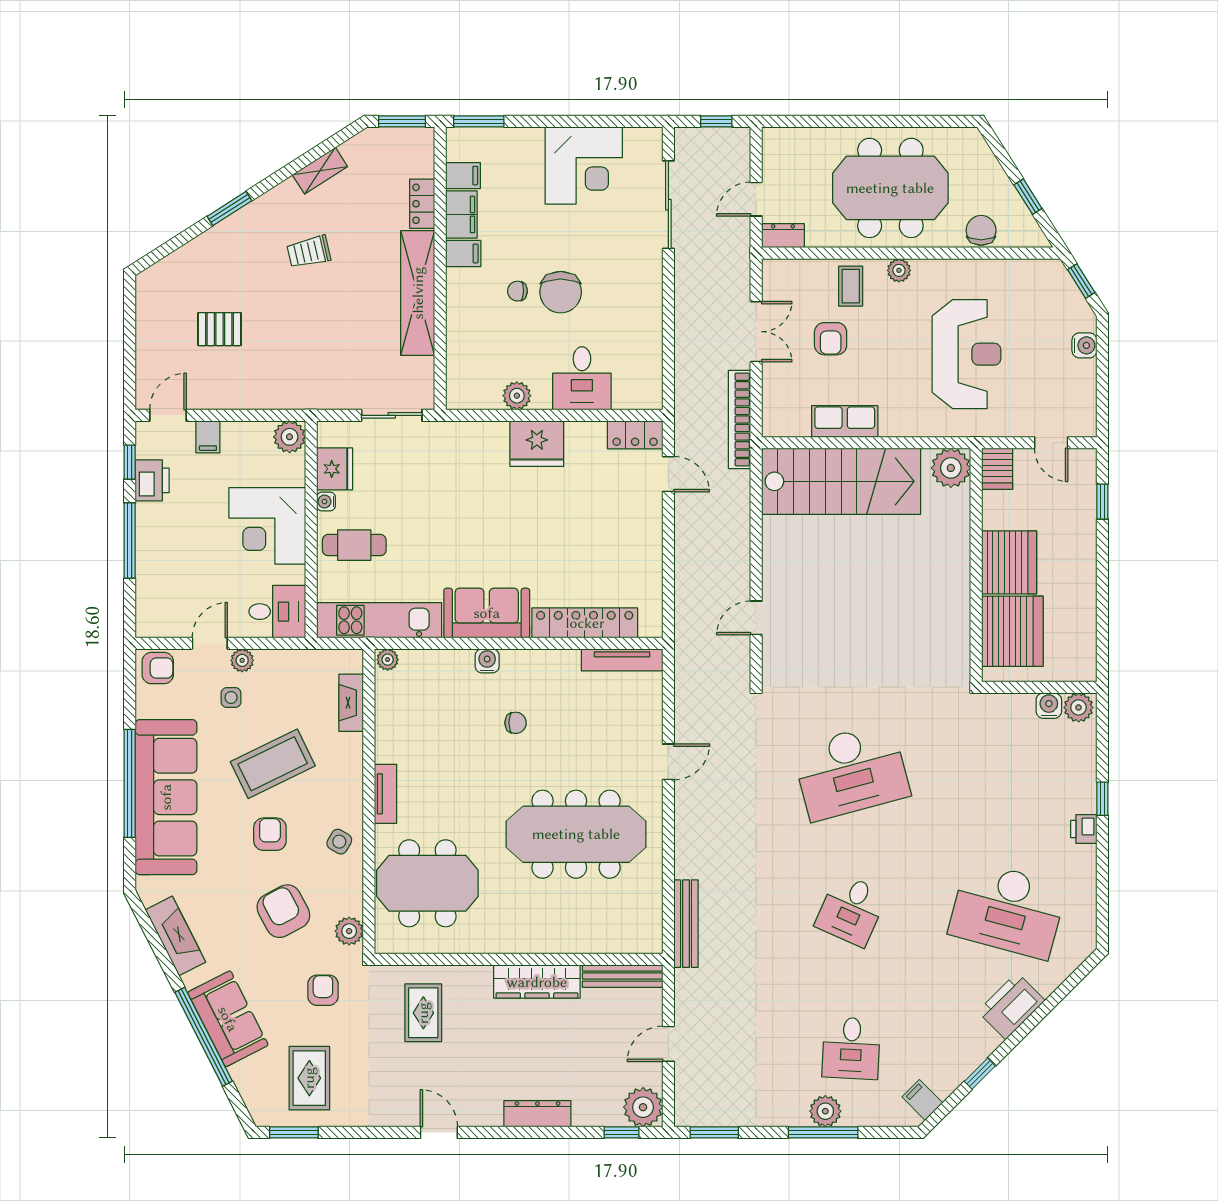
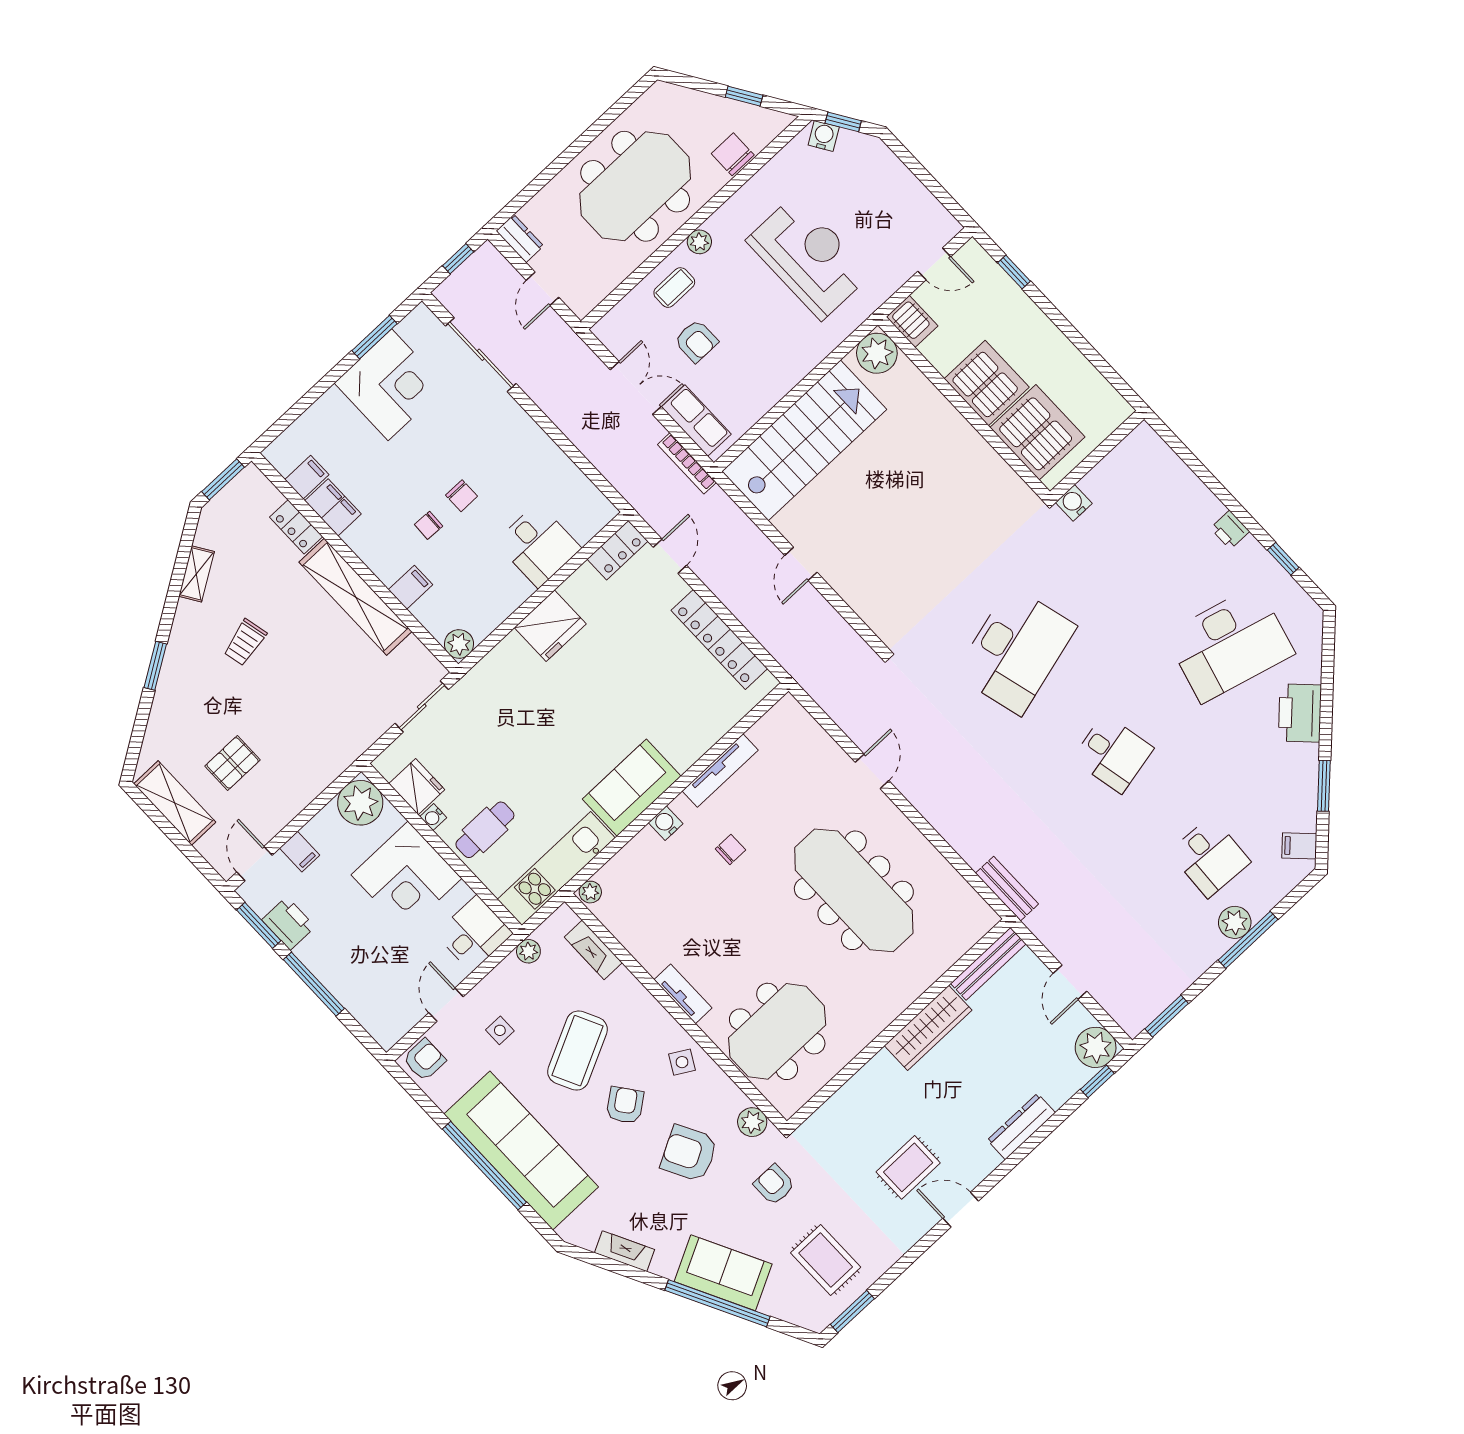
window: (479, 121) -> (375, 337), moved
dresser: (783, 236) -> (520, 238), moved, turned 90
filing cabinet: (463, 253) -> (411, 587), moved
coffee table: (851, 286) -> (674, 288), turned 90
chair: (561, 292) -> (462, 496), width x0.54, depth x0.54
shelving: (152, 319) -> (175, 803), added
water cooler: (1084, 345) -> (824, 136), moved, turned -32
plant: (517, 396) -> (459, 644), moved
bookcase: (740, 419) -> (687, 463), width x0.68, depth x0.76
row of seats: (845, 421) -> (696, 421), moved, turned 90
plant: (290, 437) -> (360, 803), width x1.36, depth x1.36
window: (130, 462) -> (259, 925), width x1.50
door: (668, 474) -> (670, 556), hinge flipped
door: (756, 618) -> (801, 564), moved
locker: (585, 623) -> (719, 639), moved, turned -90
plant: (242, 660) -> (528, 951), moved
tv unit: (622, 660) -> (720, 771), moved
water cooler: (1049, 706) -> (1074, 503), moved
plant: (1079, 707) -> (1141, 443), removed
window: (1102, 799) -> (1283, 559), moved
armchair: (270, 834) -> (625, 1105), turned 53
meeting table: (576, 834) -> (854, 890), turned 90
desk: (851, 910) -> (1113, 754), turned -36
bench: (686, 924) -> (1007, 889), width x0.73
fireplace: (175, 936) -> (624, 1251), width x0.73, depth x0.76
rug: (423, 1013) -> (908, 1167), moved, turned 90
window: (980, 1074) -> (1324, 786), width x1.50

